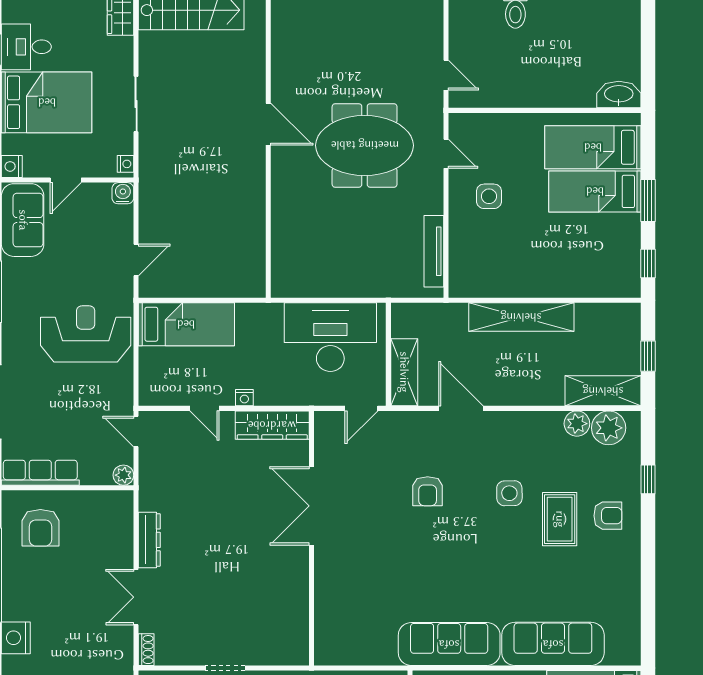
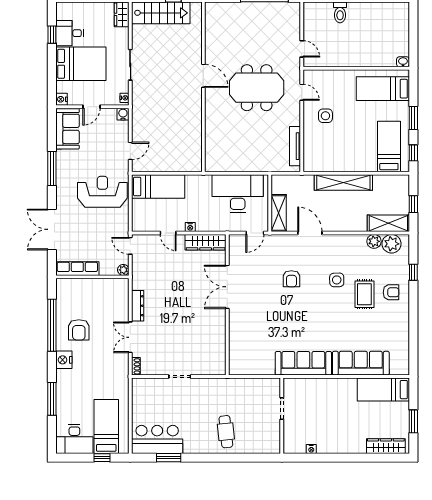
washbasin: (619, 95) -> (403, 62), width x0.52, depth x0.69
bed: (595, 191) -> (389, 146), moved, turned 90
armchair: (40, 528) -> (79, 330), moved

